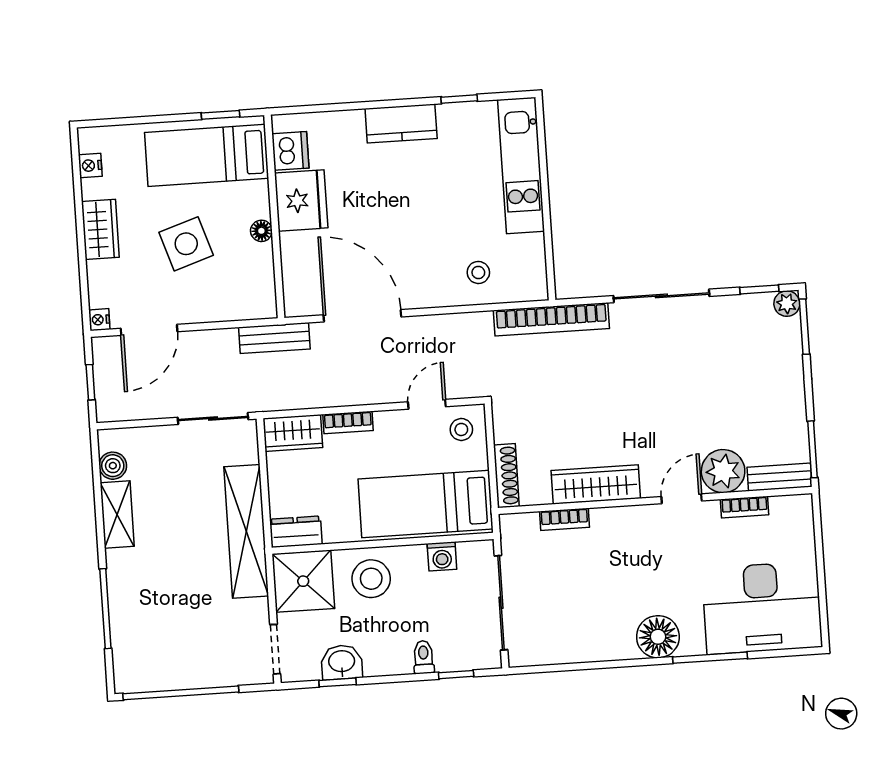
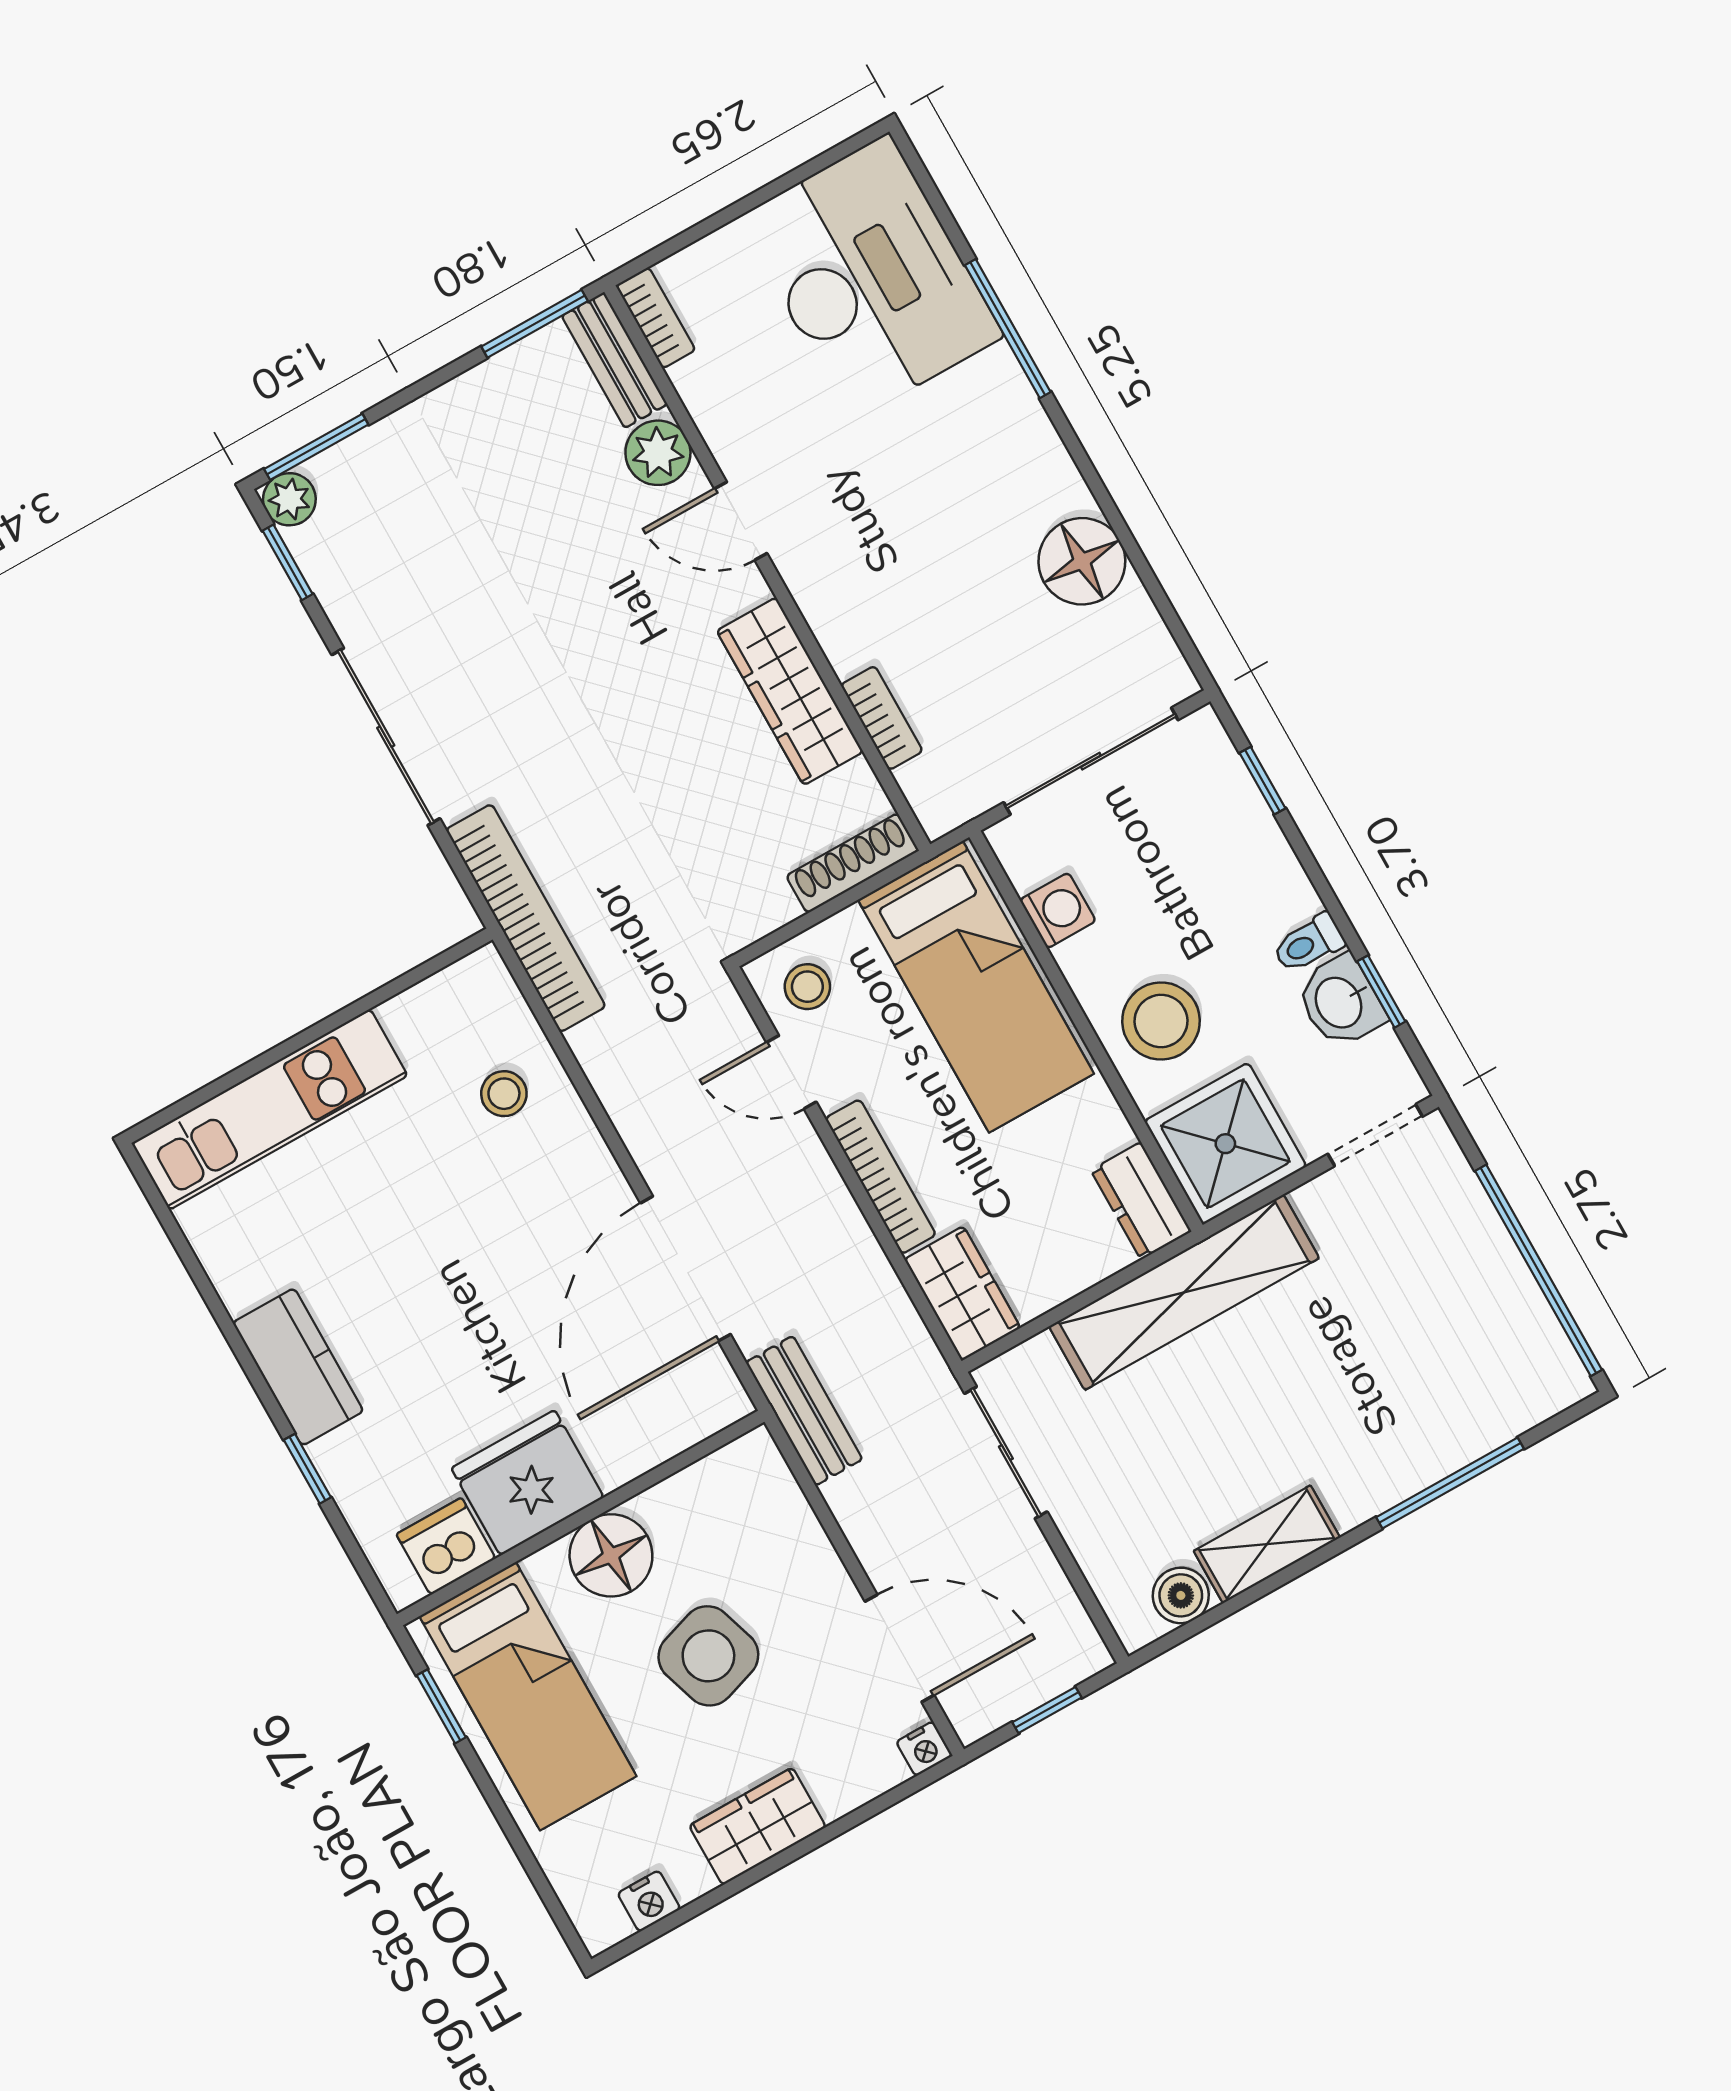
window: (459, 99) -> (307, 1469), moved
floor lamp: (261, 231) -> (611, 1555), width x1.89, depth x1.89
bookcase: (348, 422) -> (881, 1177), width x1.56
plant: (723, 471) -> (658, 453), width x0.73, depth x0.73
bookcase: (745, 507) -> (656, 318), moved
floor lamp: (658, 637) -> (1082, 561), moved
toilet: (424, 657) -> (1309, 943), moved

